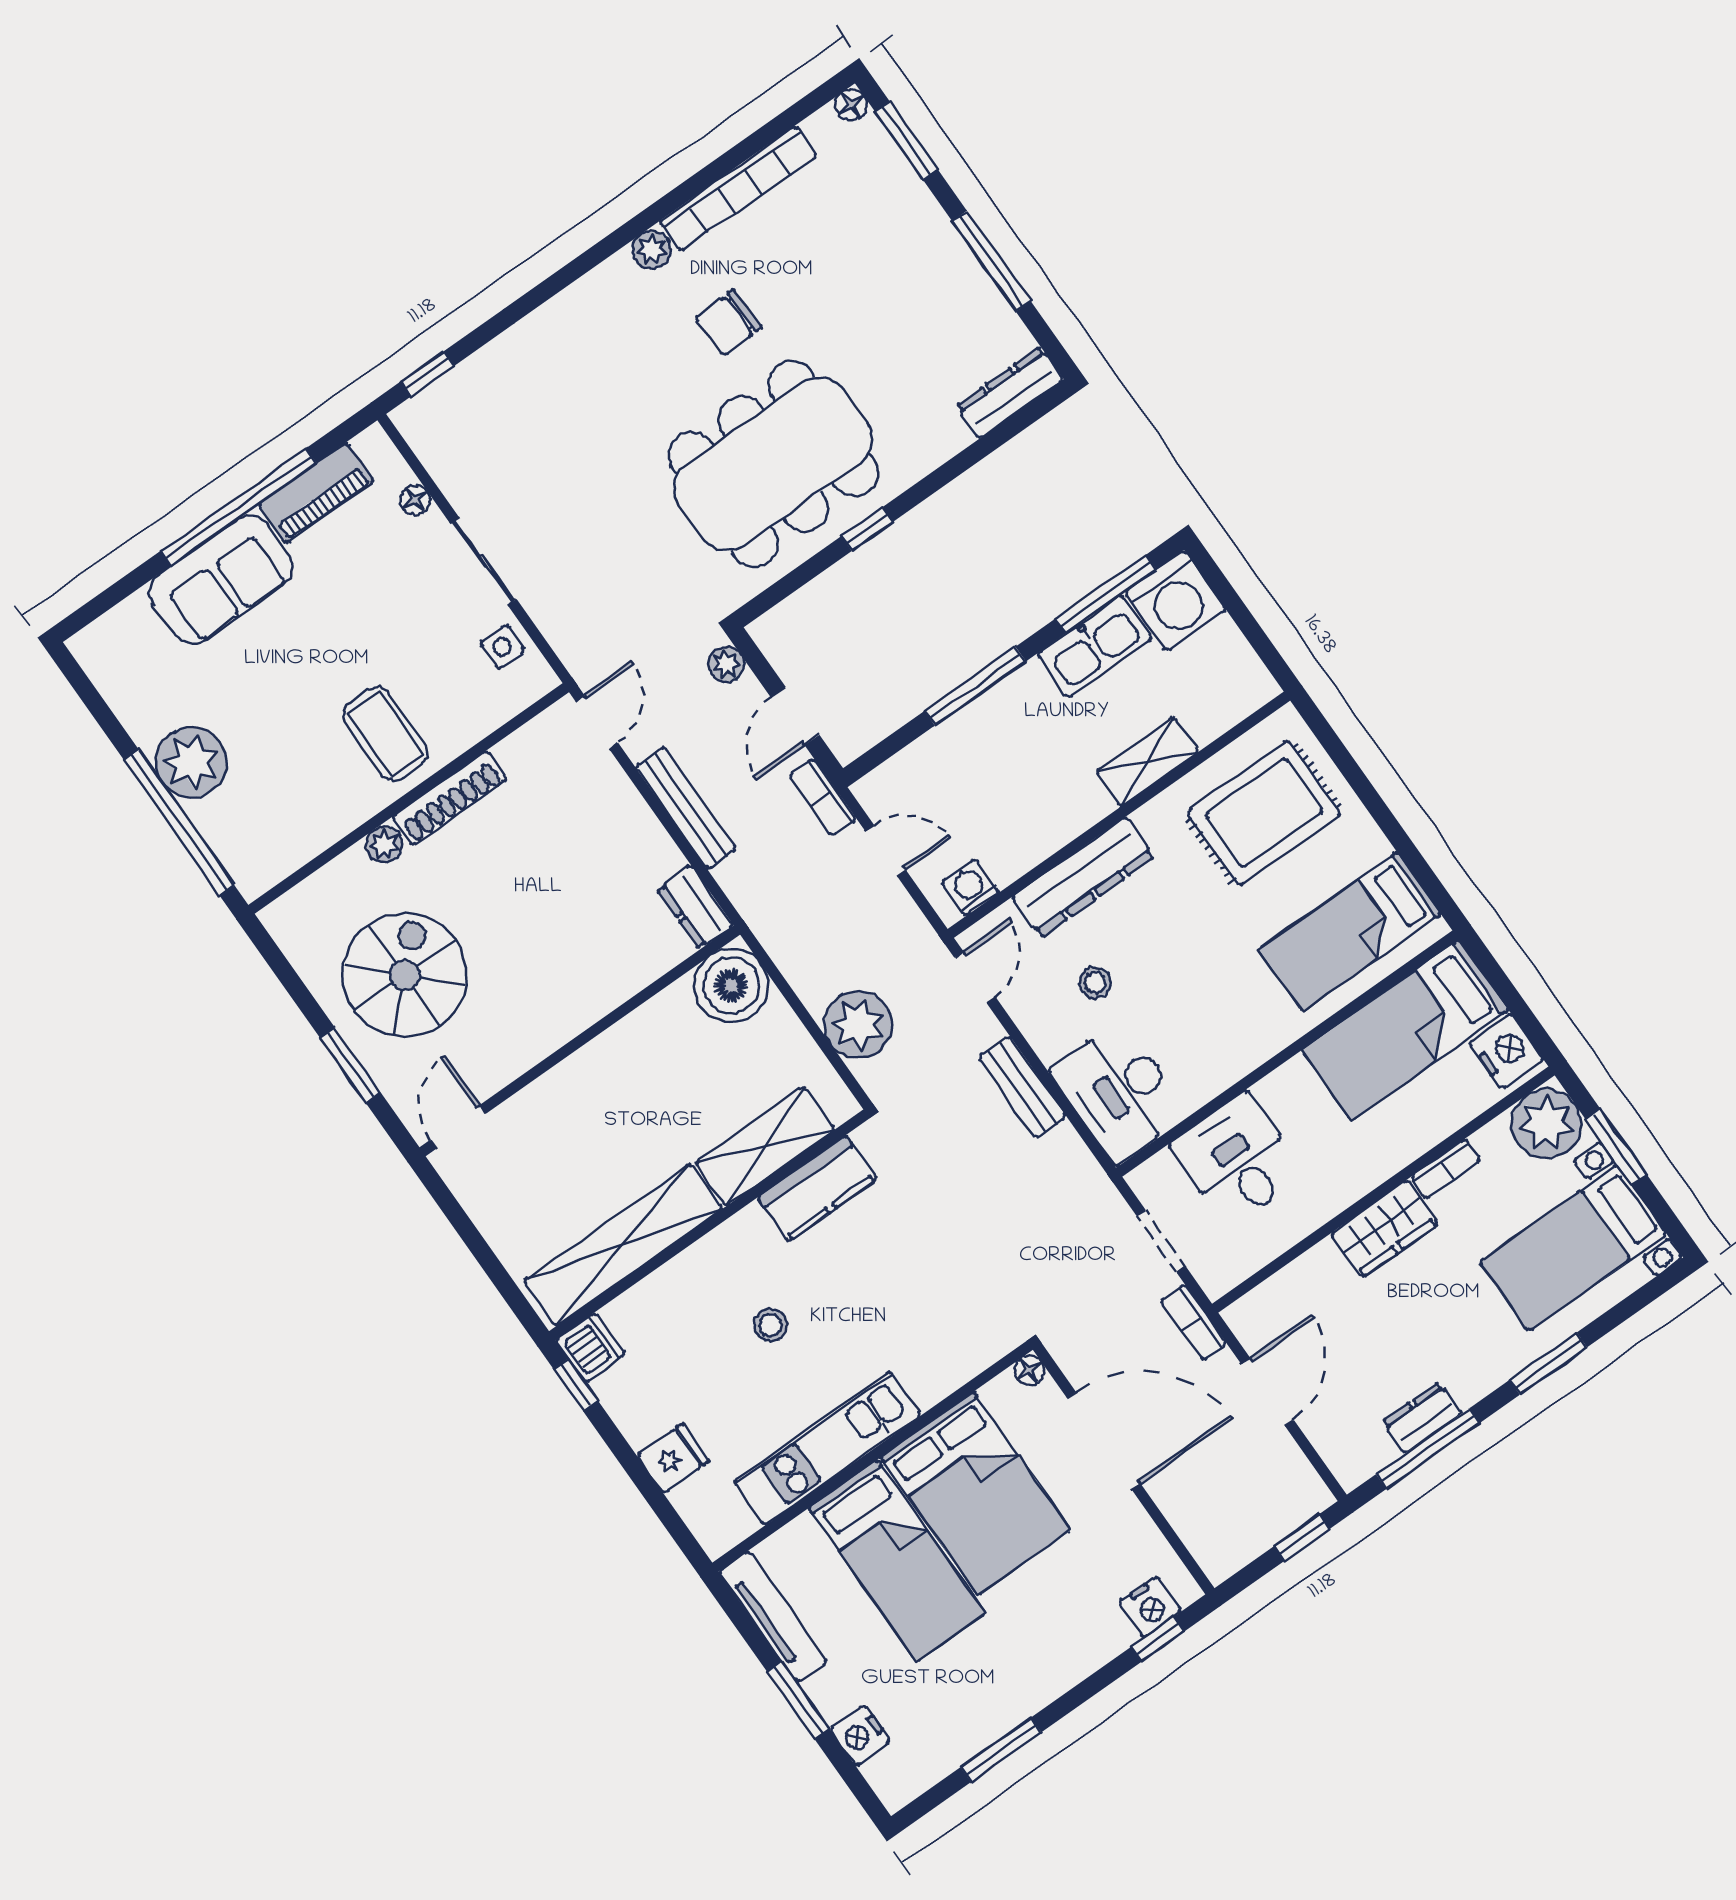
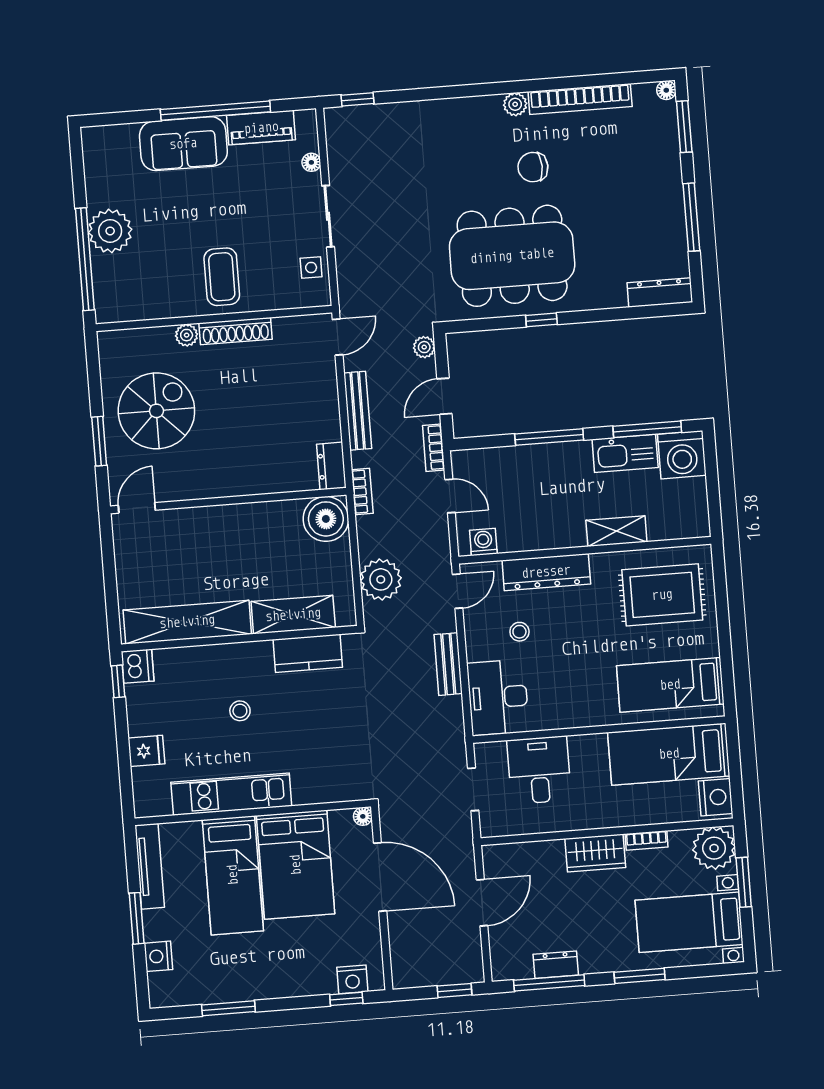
bookcase: (1194, 1322) -> (362, 491), moved, turned 180

